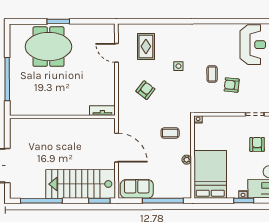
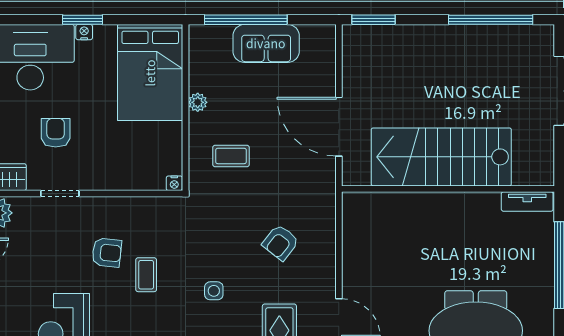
tv unit: (102, 111) -> (527, 201), moved
armchair: (257, 144) -> (56, 133), turned 180
stairs: (81, 184) -> (441, 157), moved, turned 180
sofa: (137, 189) -> (266, 43), moved

